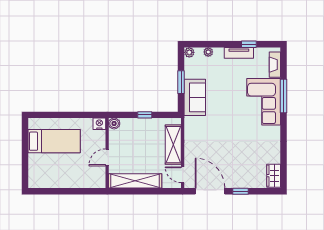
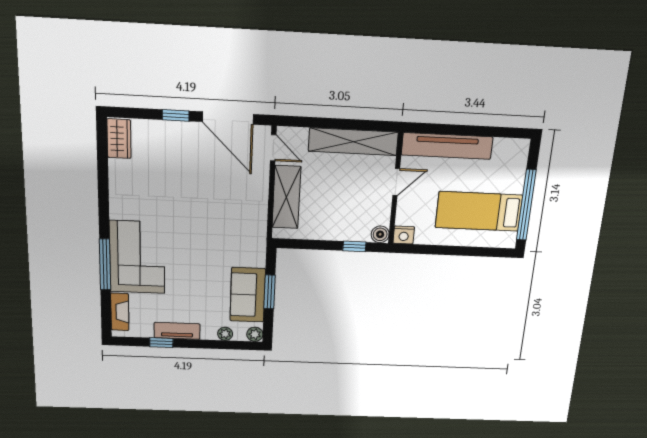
sofa: (195, 97) -> (248, 295), moved
window: (145, 115) -> (354, 246), moved
window: (25, 147) -> (526, 205), added
tv unit: (78, 181) -> (447, 146), added

